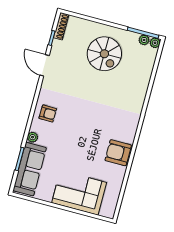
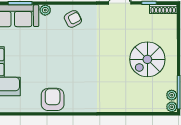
armchair: (48, 113) -> (73, 19), turned -118

